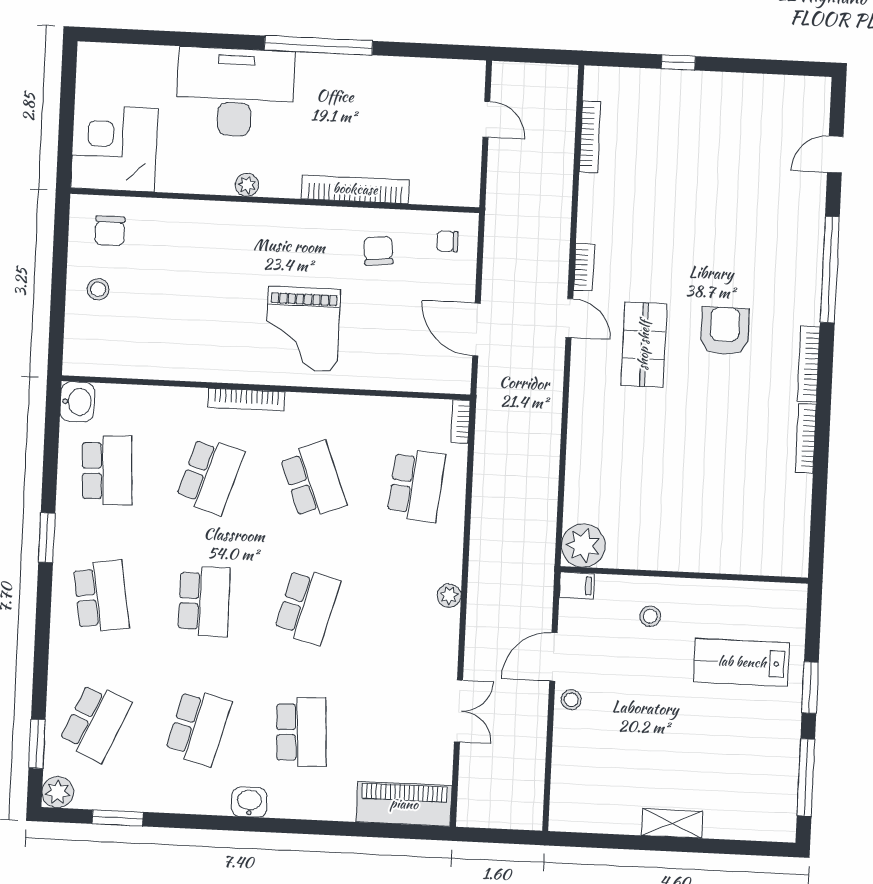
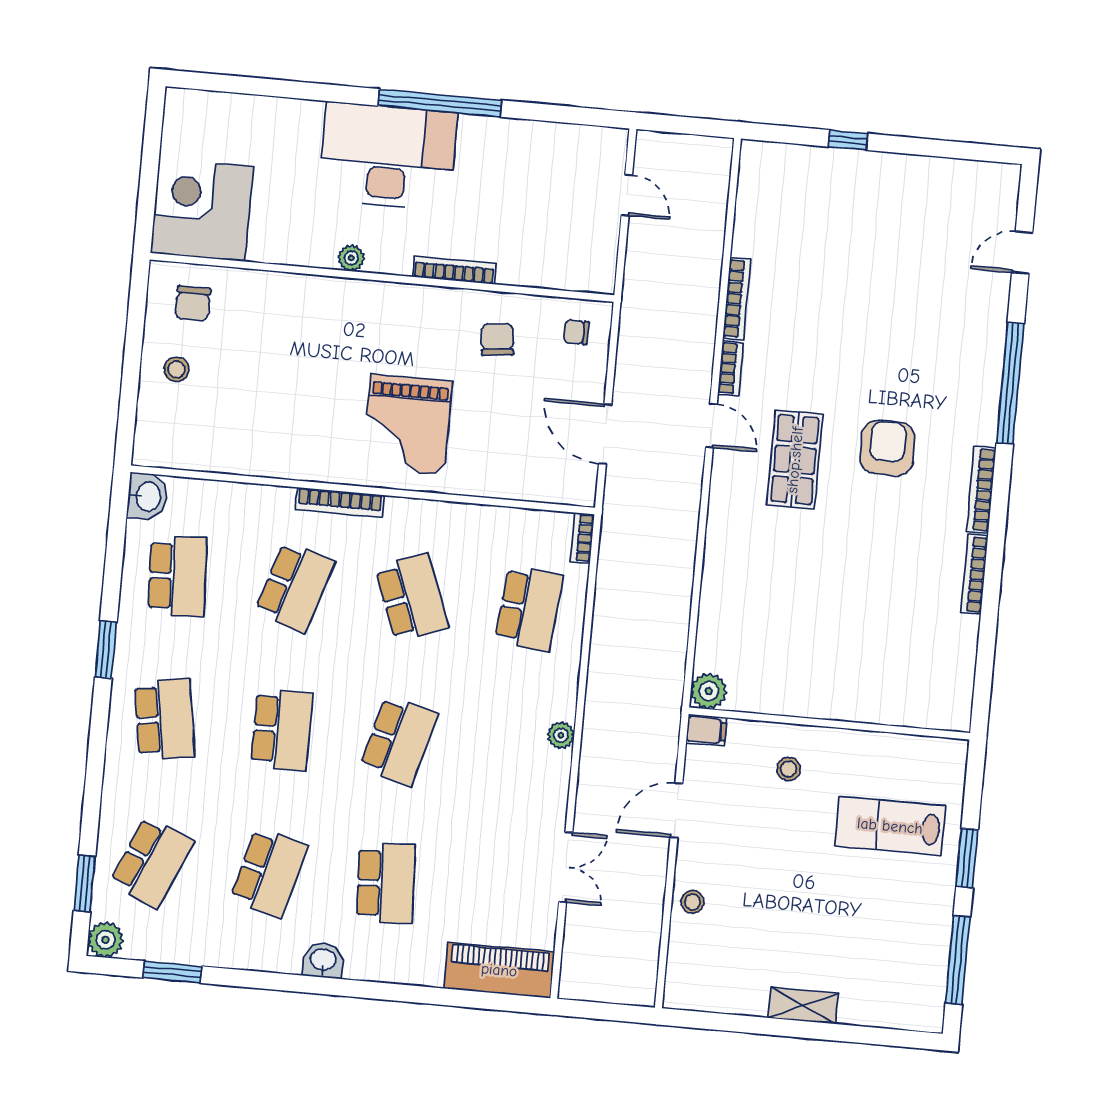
desk: (235, 92) -> (388, 156), moved
bookcase: (590, 137) -> (737, 299), moved
bookcase: (355, 189) -> (454, 270), width x0.68, depth x0.76
plant: (583, 545) -> (709, 691), width x0.73, depth x0.73
stool: (571, 700) -> (692, 902), moved

